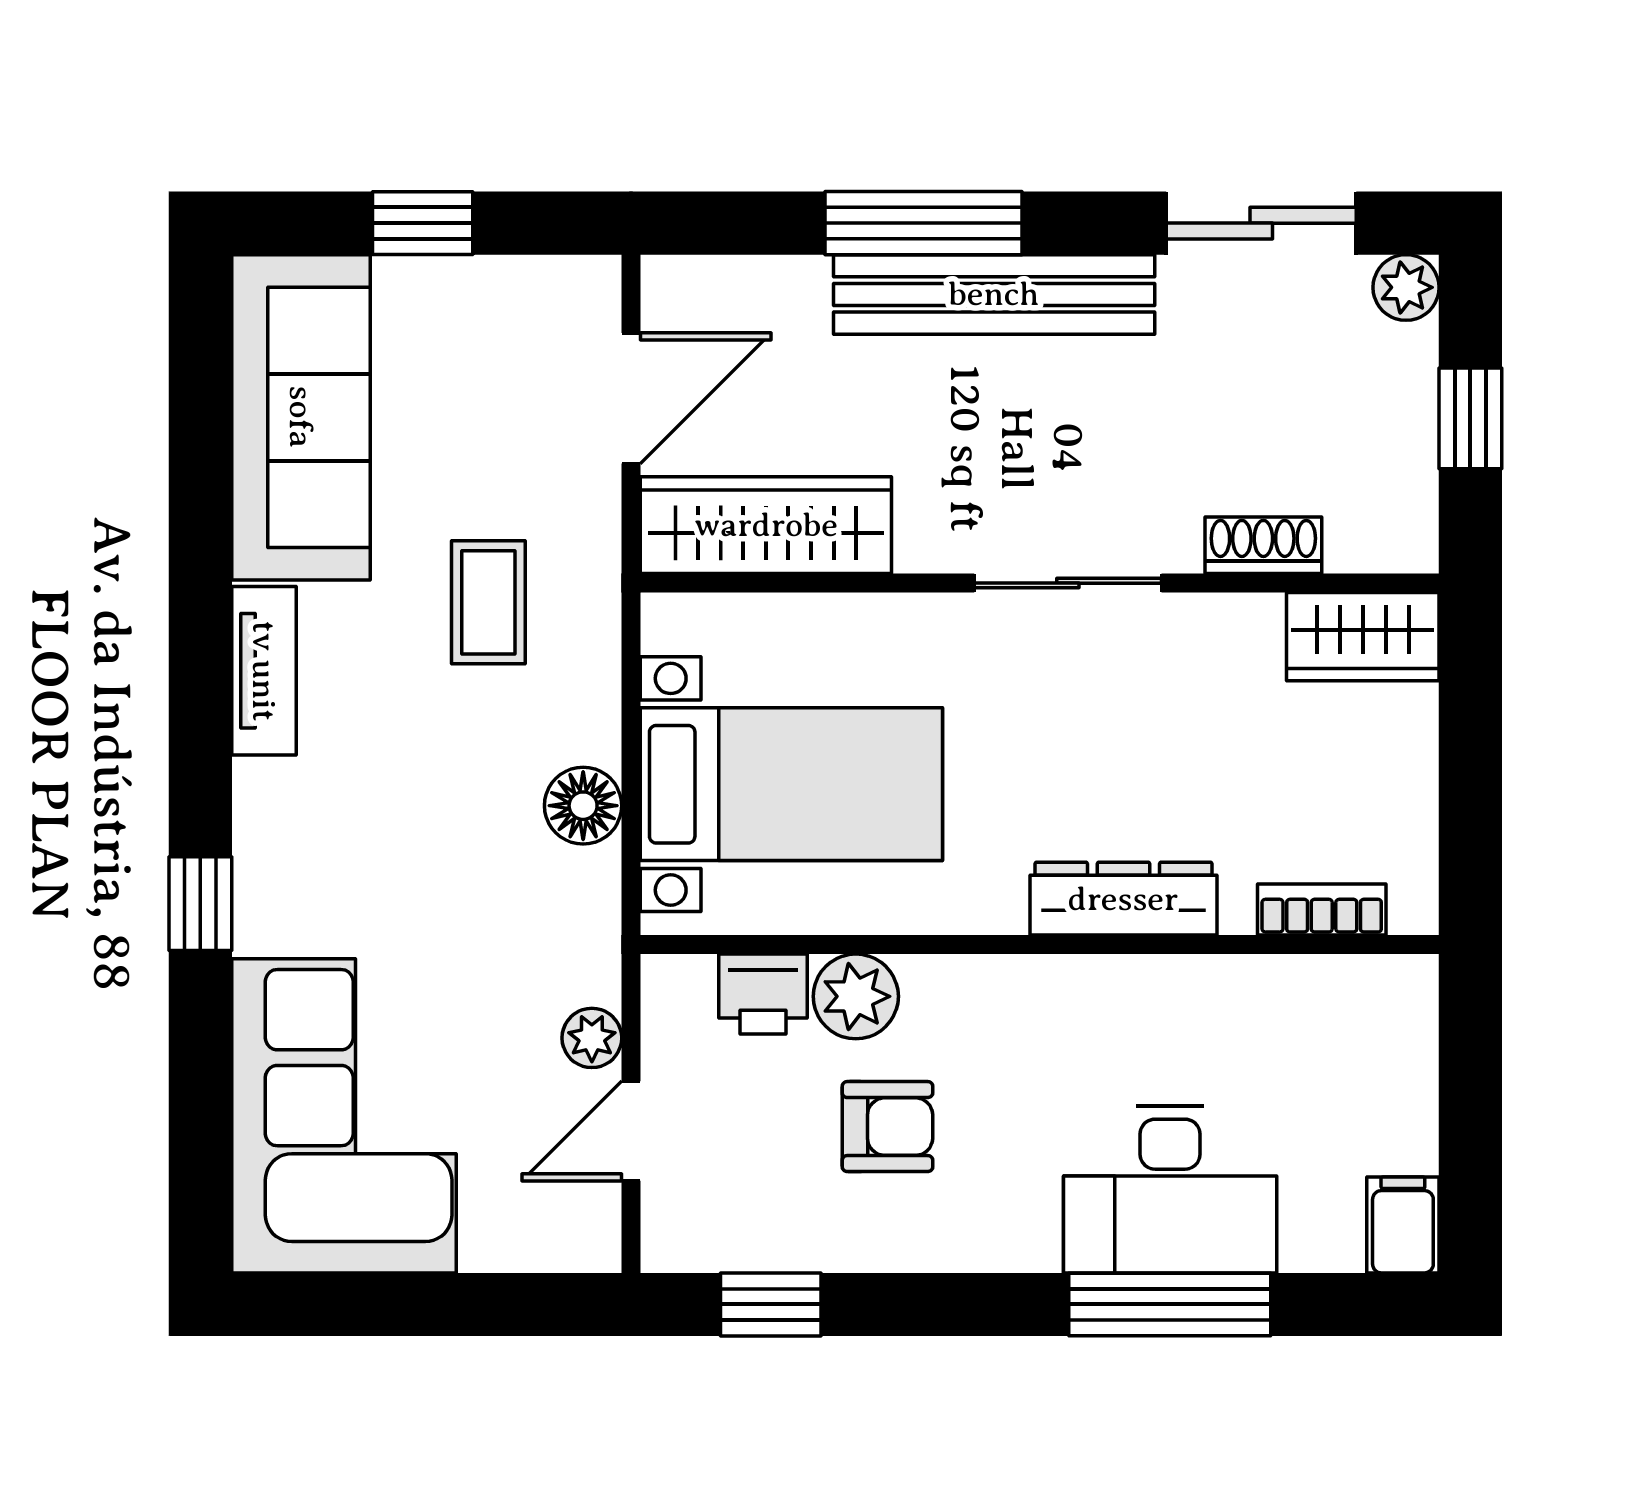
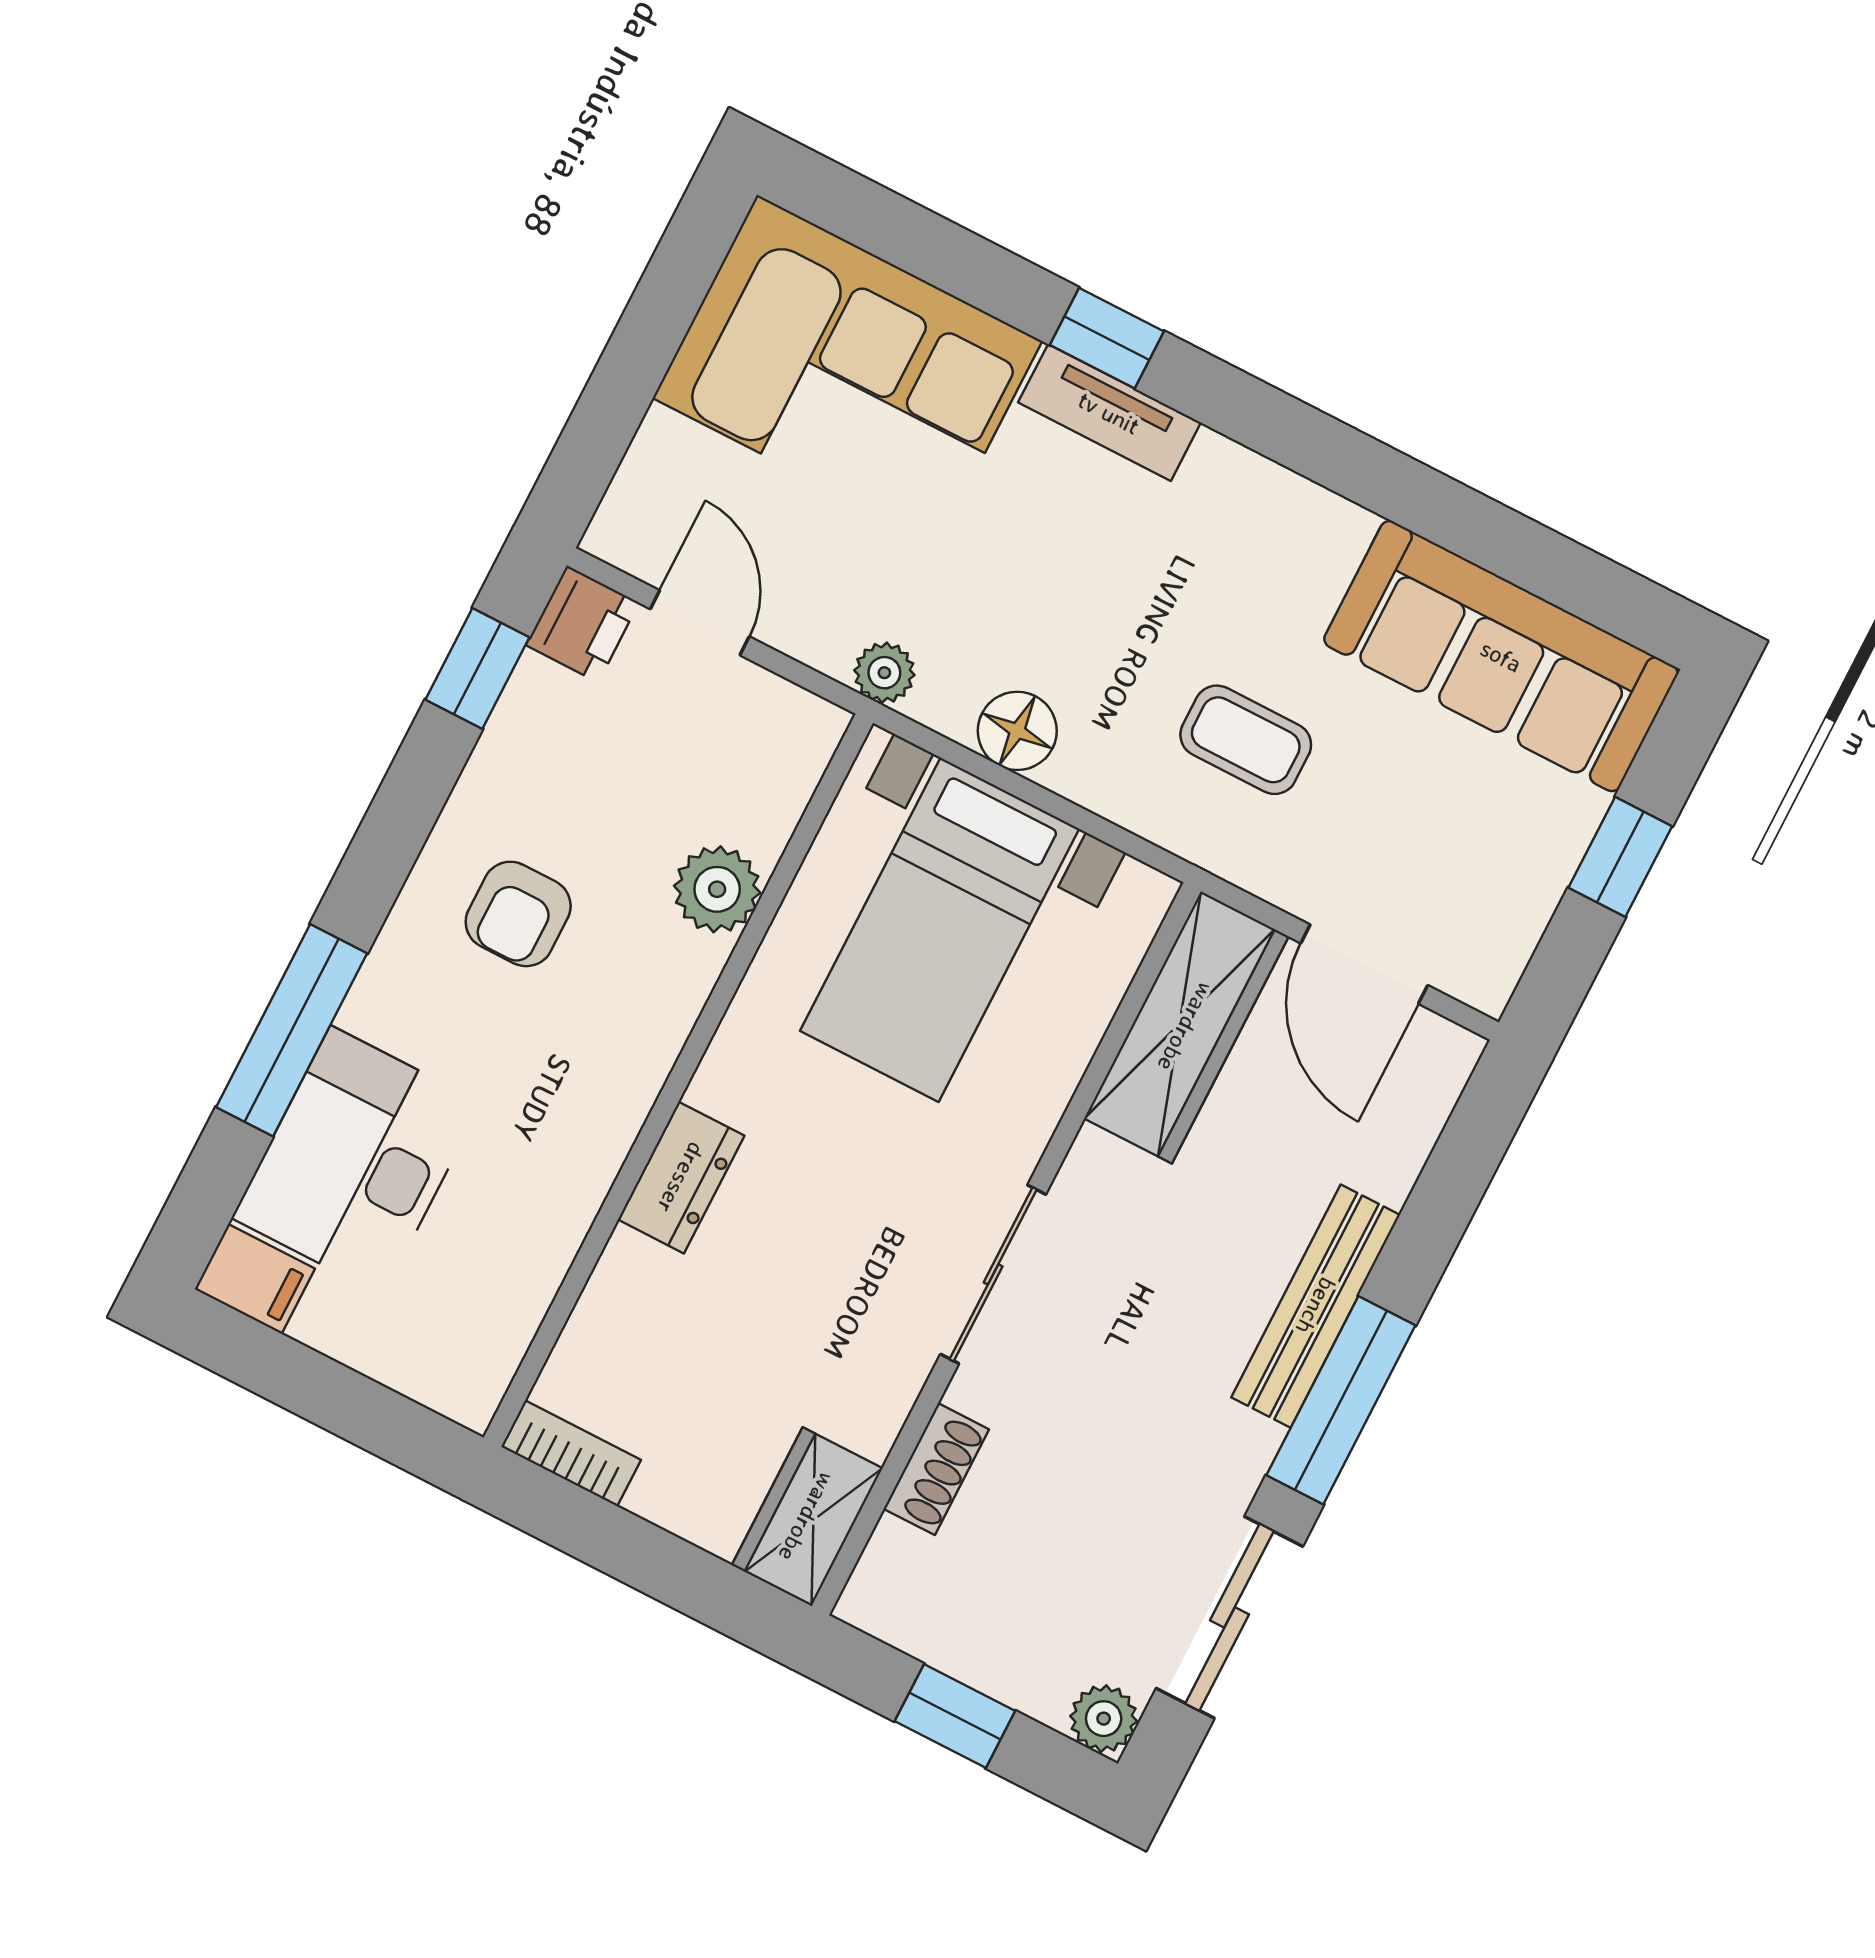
window: (923, 223) -> (1341, 1400), moved
bench: (994, 294) -> (1316, 1306), width x0.73, depth x0.82
tv unit: (264, 671) -> (1109, 413), moved
dresser: (1123, 899) -> (681, 1178), width x0.70
bookcase: (1322, 909) -> (571, 1453), moved, turned -90
printer: (763, 994) -> (582, 624), moved, turned 180
plant: (592, 1038) -> (884, 673), moved
armchair: (887, 1127) -> (518, 914), moved
desk: (1170, 1189) -> (357, 1161), moved

